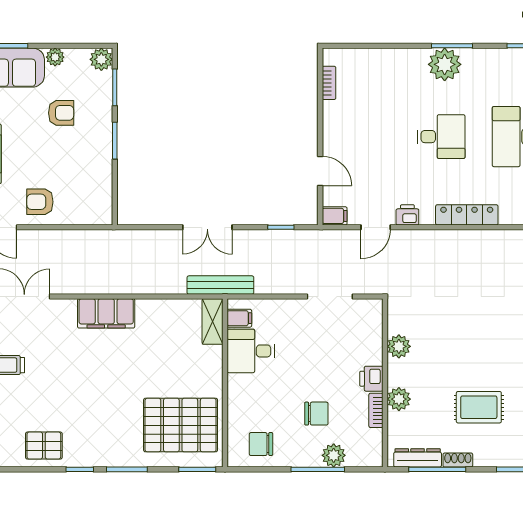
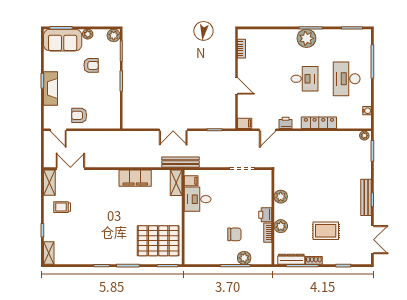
door: (320, 171) -> (237, 86), moved
filing cabinet: (106, 313) -> (135, 178), moved
chair: (261, 444) -> (203, 251), removed
pallet: (44, 446) -> (81, 252), removed

